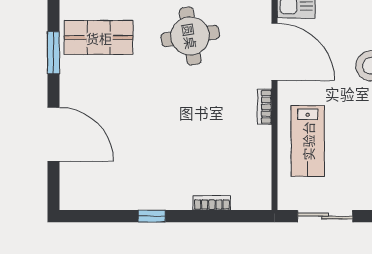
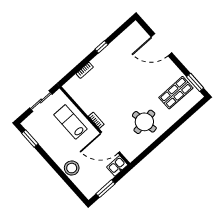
window: (53, 53) -> (195, 82), moved

